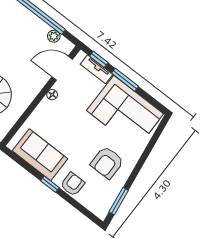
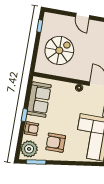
plant: (97, 201) -> (29, 149), added

